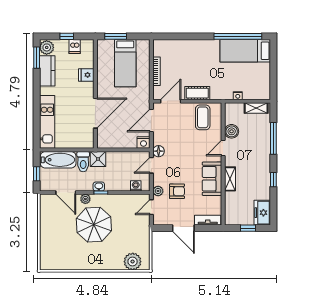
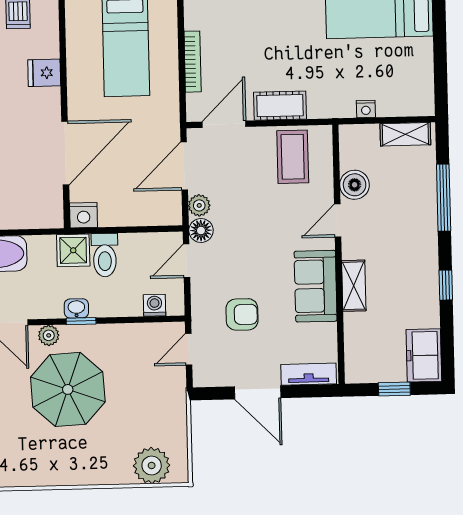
nightstand: (143, 143) -> (84, 215), moved
toilet: (83, 162) -> (105, 255), moved
plant: (158, 191) -> (199, 205), moved

